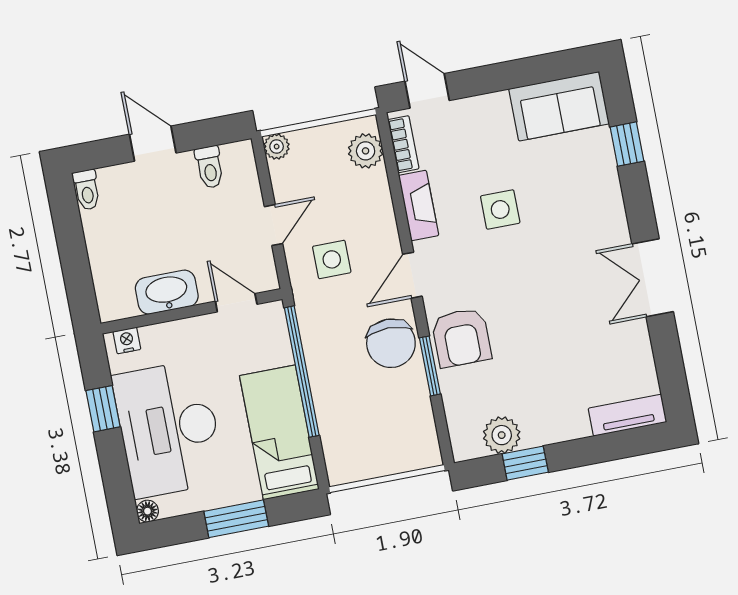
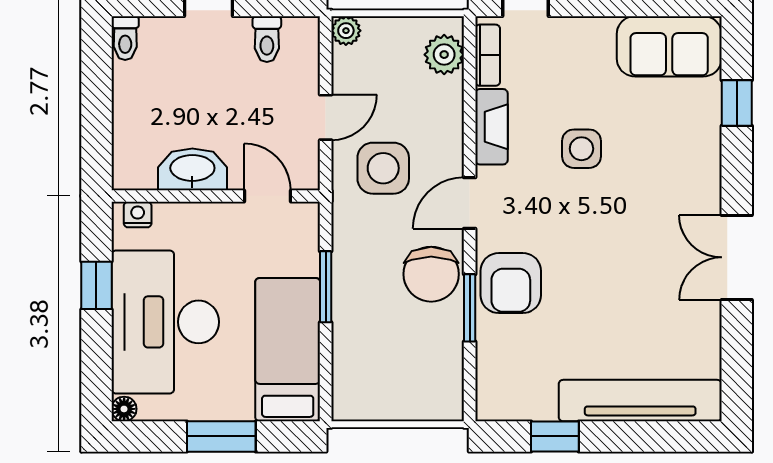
side table: (332, 259) -> (383, 168), width x1.37, depth x1.37
window: (302, 372) -> (326, 287), width x0.47
tv unit: (627, 415) -> (640, 401), width x1.92, depth x1.29
plant: (502, 435) -> (535, 400), removed

